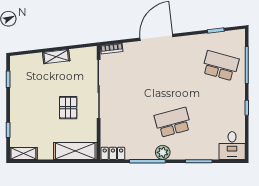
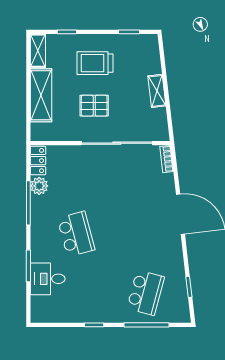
trolley: (33, 107) -> (95, 63), added
desk: (232, 146) -> (48, 279), moved
shelving: (75, 151) -> (41, 95), moved
plant: (163, 152) -> (39, 186), moved

